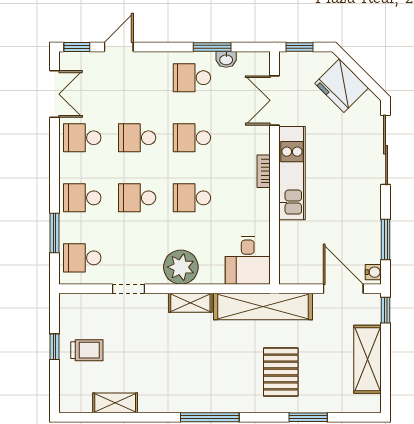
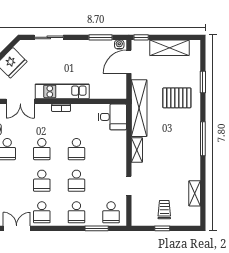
sliding door: (386, 150) -> (49, 37), width x0.73
plant: (181, 267) -> (116, 155), removed

